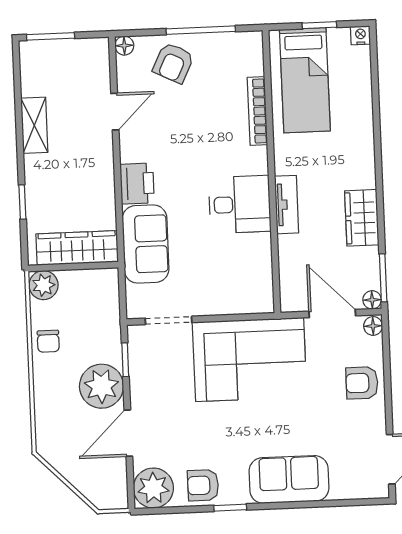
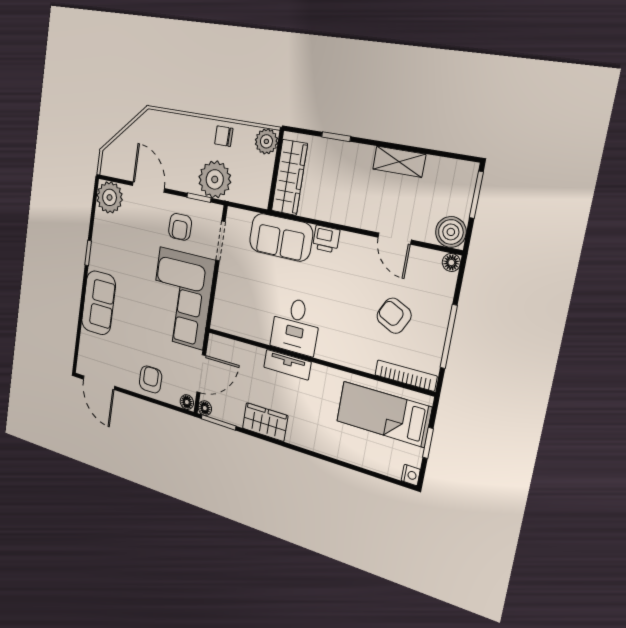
boiler: (94, 53) -> (451, 232), added
armchair: (173, 63) -> (394, 316), moved
bookcase: (257, 111) -> (406, 376), moved
printer: (137, 184) -> (326, 239), width x0.73, depth x0.81
plant: (101, 386) -> (215, 179), moved
armchair: (203, 485) -> (180, 227), moved, turned 180

